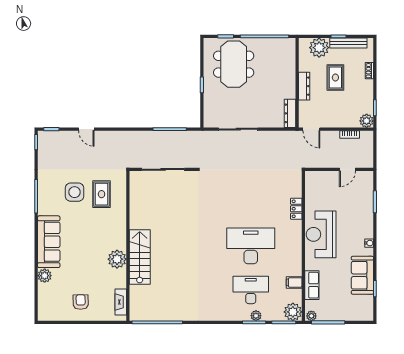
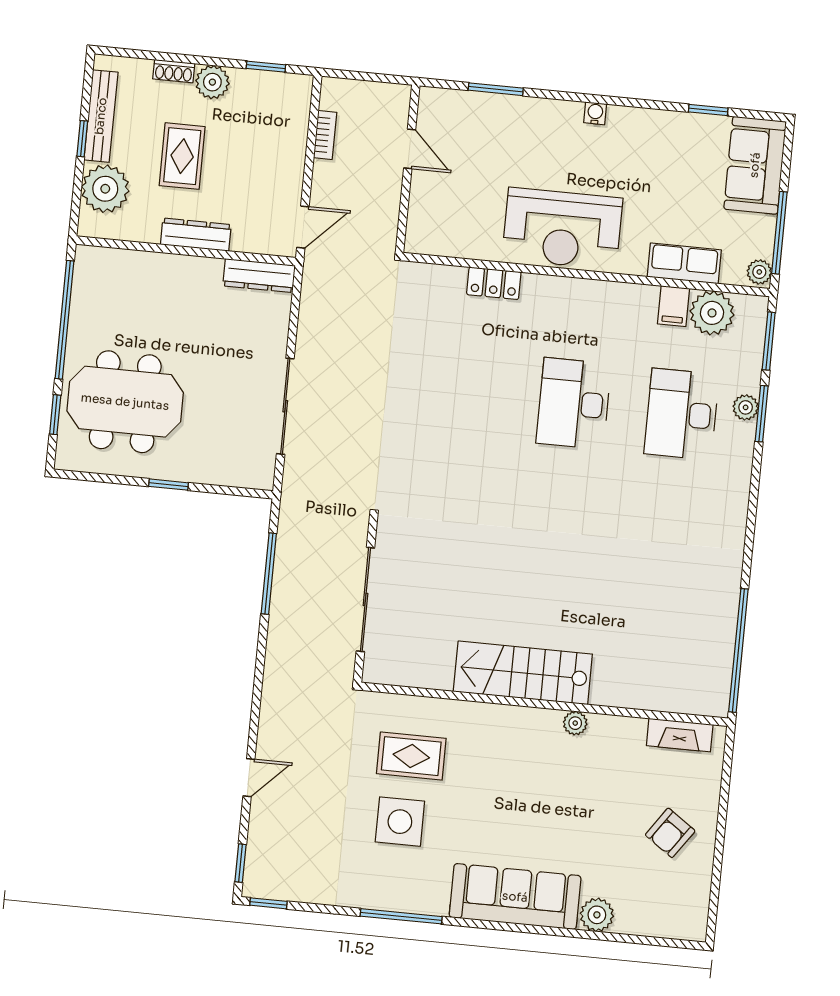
rug: (335, 77) -> (182, 156), turned 90
plant: (367, 121) -> (212, 82), moved
desk: (251, 246) -> (574, 404), width x0.73, depth x0.77
stairs: (140, 257) -> (523, 673), moved
plant: (117, 259) -> (575, 723), width x0.53, depth x0.53
sofa: (362, 275) -> (755, 165), moved, turned 90
armchair: (81, 302) -> (670, 833), turned -54
plant: (293, 312) -> (712, 313), moved

